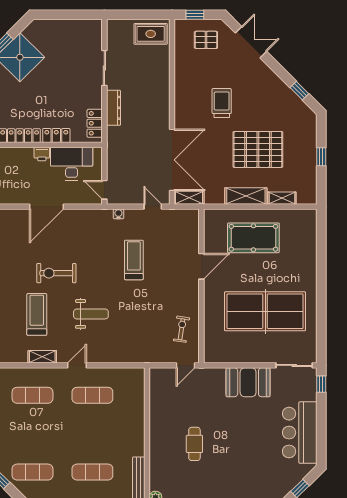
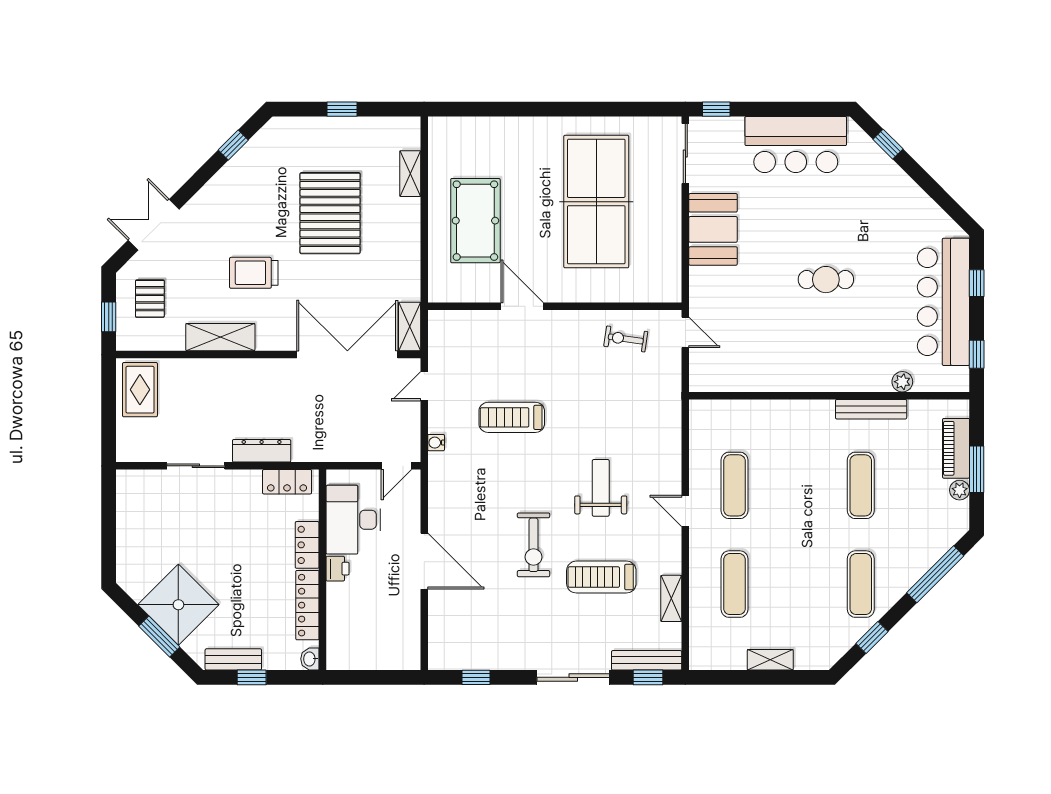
shelving: (246, 196) -> (220, 337), moved, turned 90
shelving: (42, 357) -> (671, 598), moved
cafe table: (194, 444) -> (826, 280), moved

